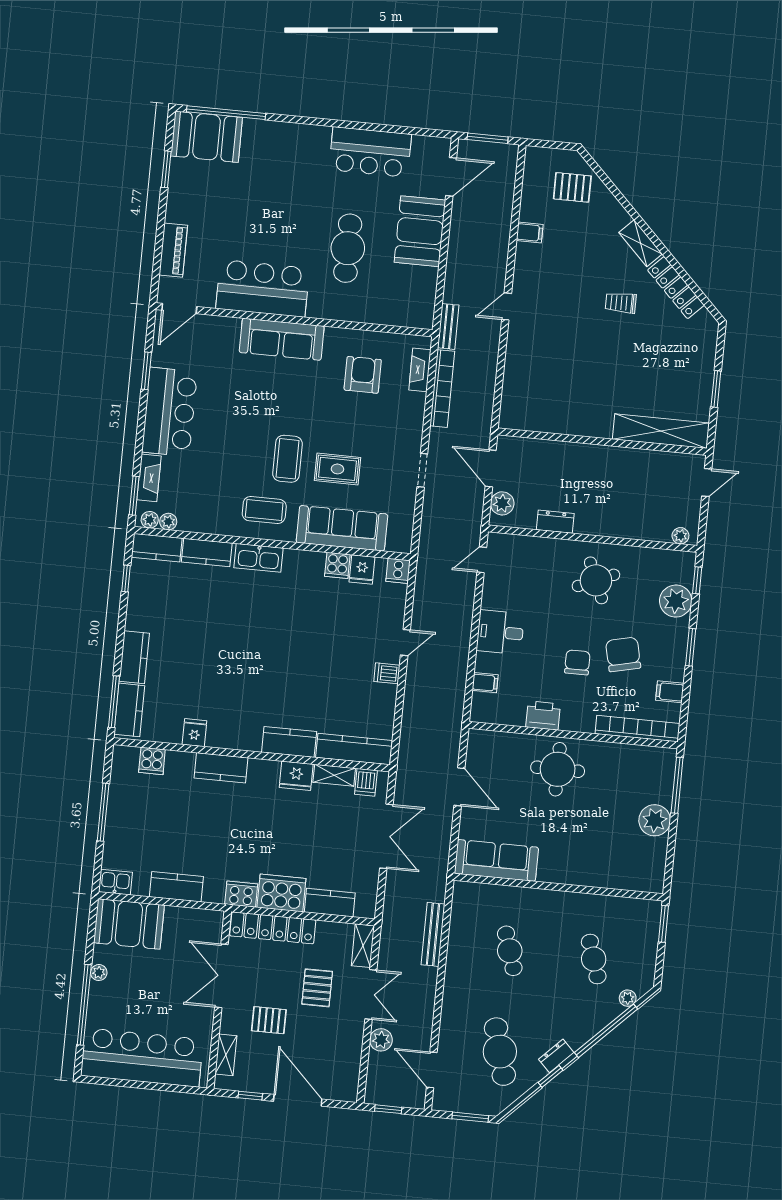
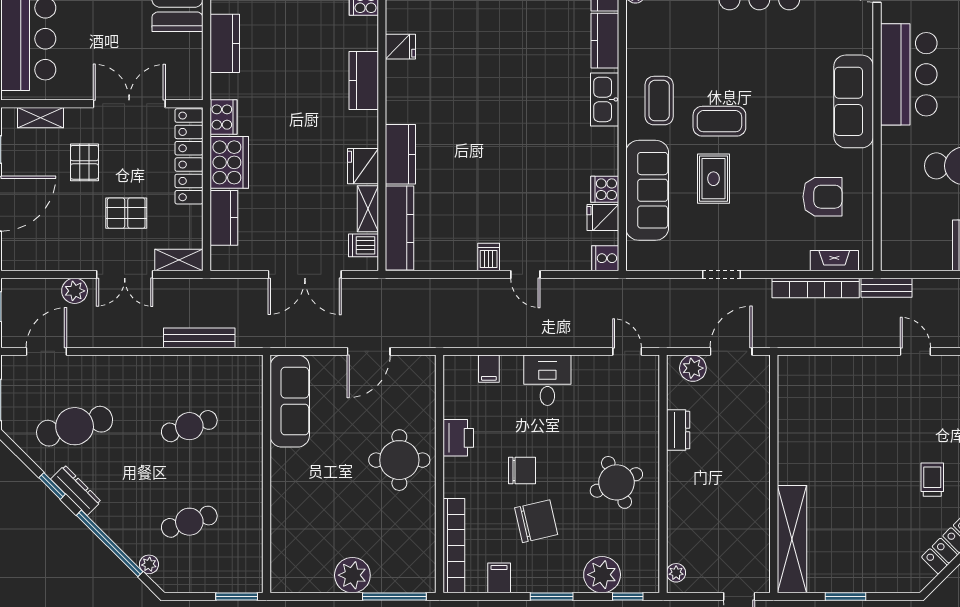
dresser: (556, 1056) -> (76, 490), width x1.44

